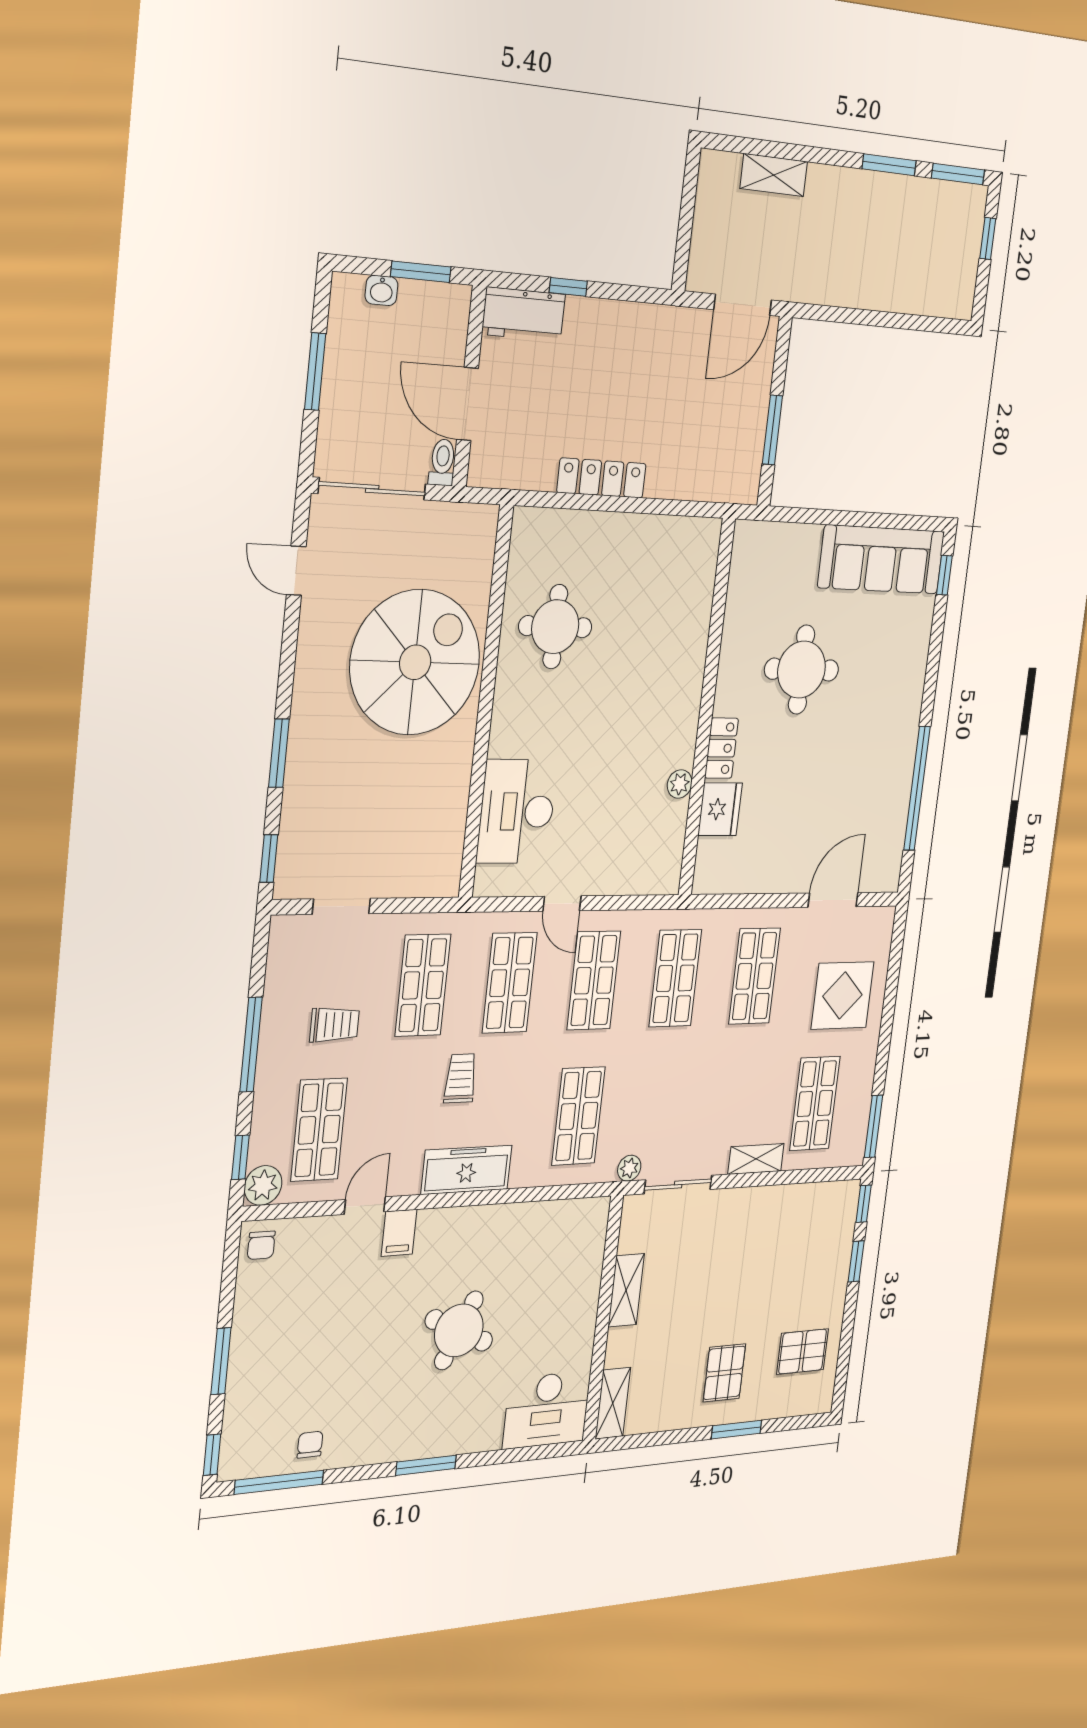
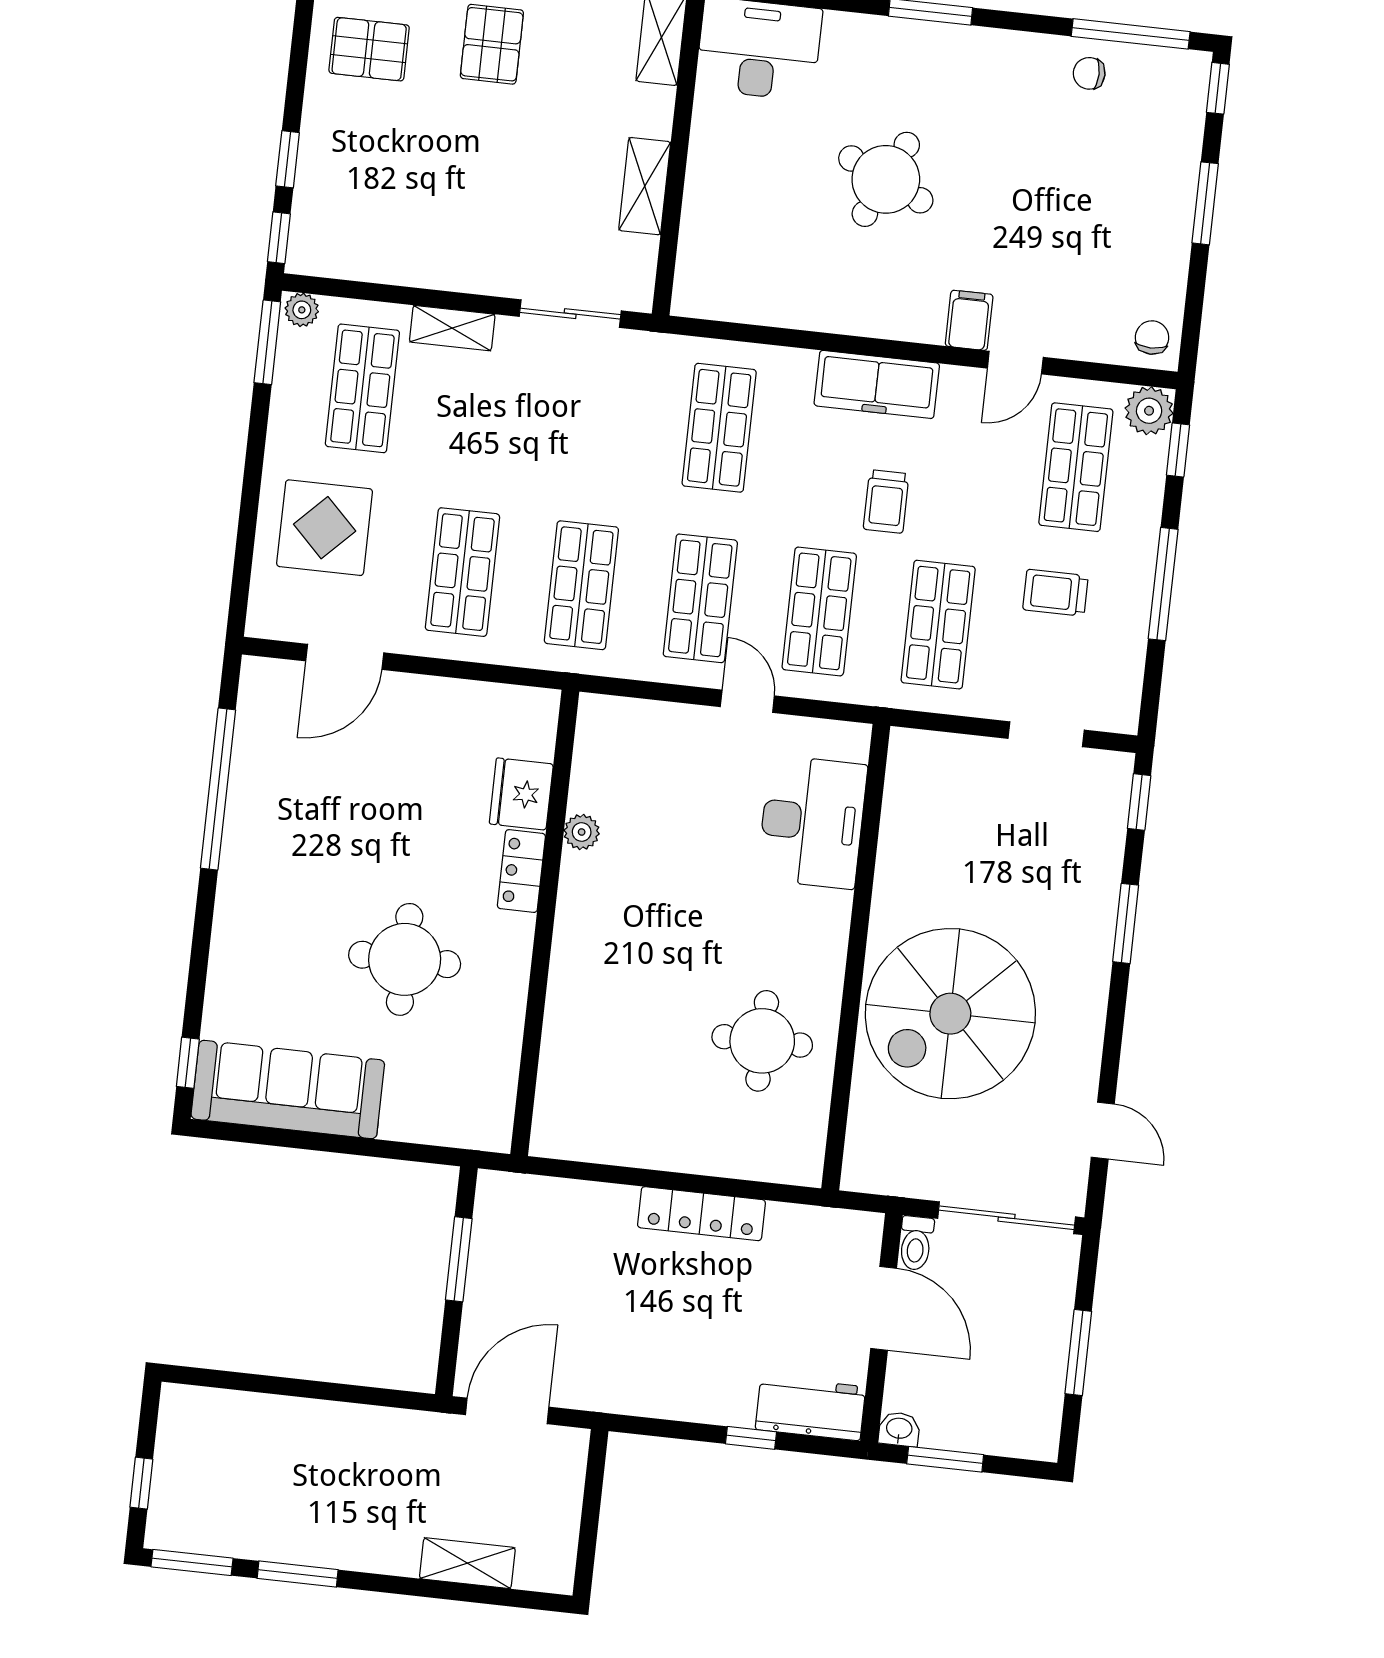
washbasin: (381, 290) -> (899, 1429), moved
plant: (629, 1168) -> (302, 310), moved
chair: (310, 1445) -> (1089, 73), turned 90

